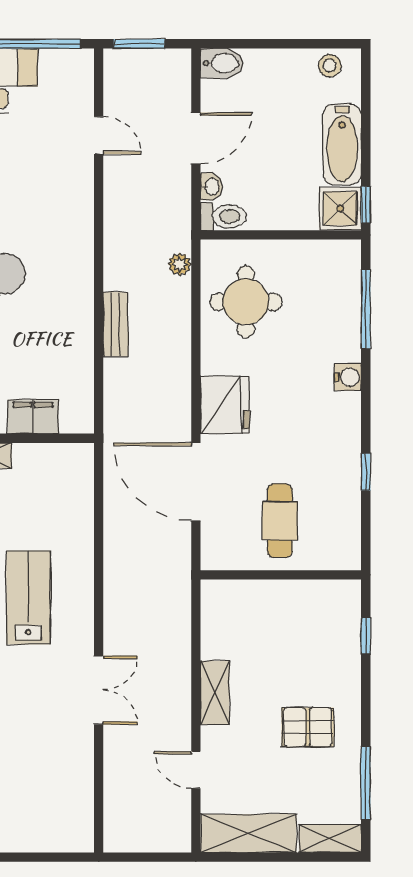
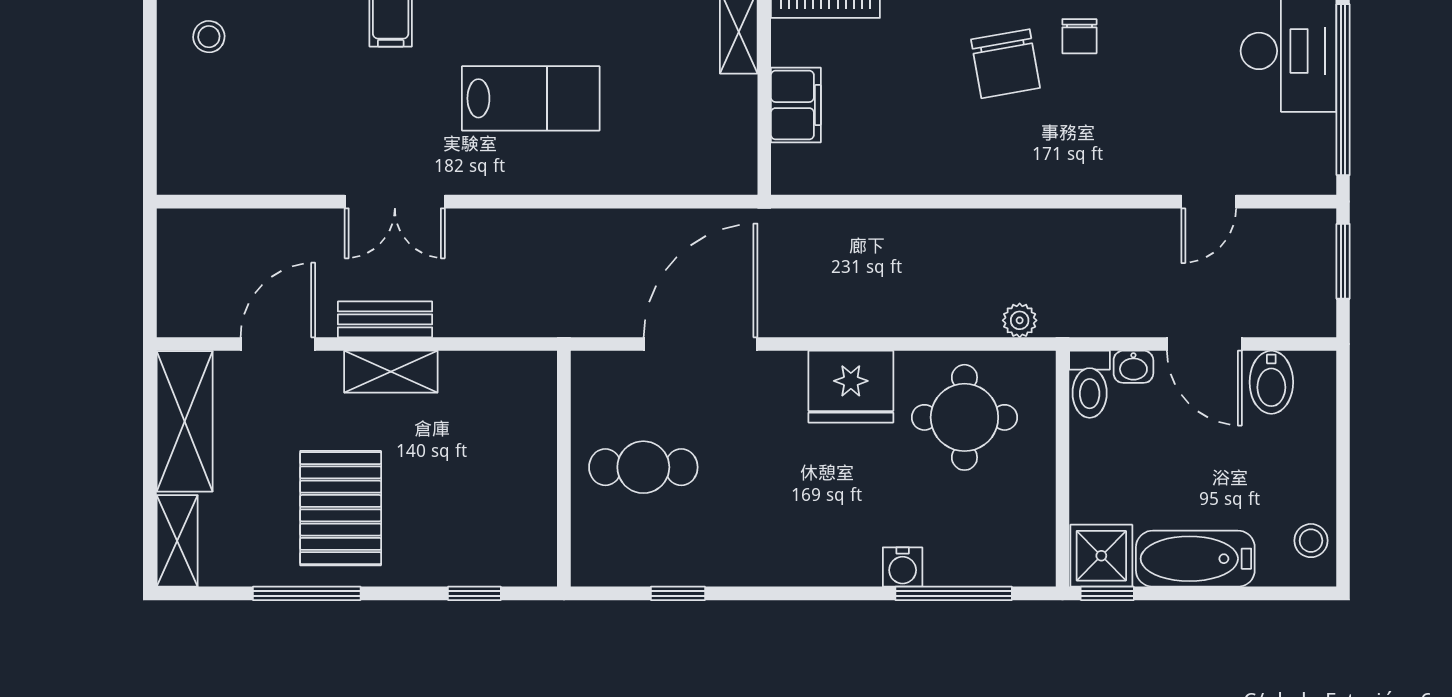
bidet: (222, 63) -> (1271, 382), moved
bench: (116, 324) -> (385, 319), moved
water cooler: (348, 377) -> (903, 567), moved
fridge: (225, 405) -> (851, 387), moved
window: (366, 472) -> (678, 593), moved
pallet: (308, 727) -> (341, 508), width x1.50, depth x1.42
door: (196, 770) -> (278, 344), width x1.38
window: (366, 783) -> (307, 593), moved

